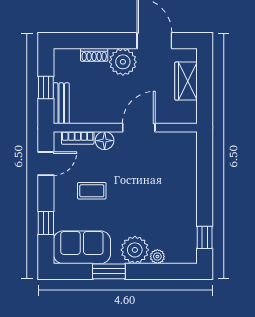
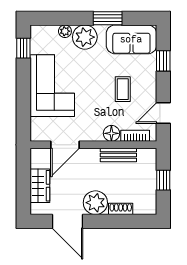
bench: (61, 103) -> (118, 155), moved, turned 90
door: (139, 128) -> (65, 145), moved
coffee table: (92, 191) -> (123, 89), turned 90
corner sofa: (172, 195) -> (52, 86), added

